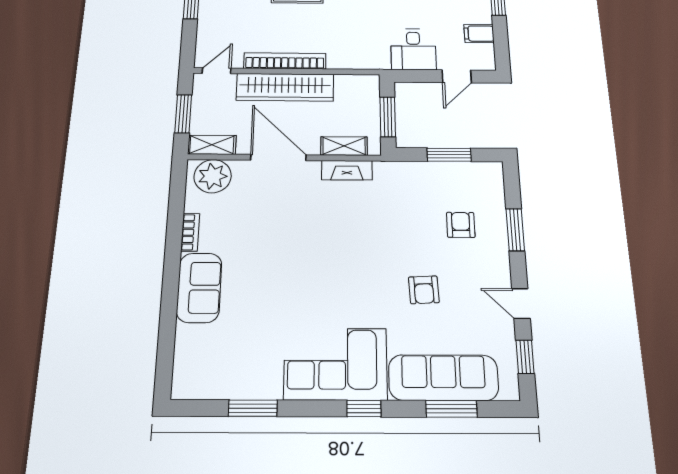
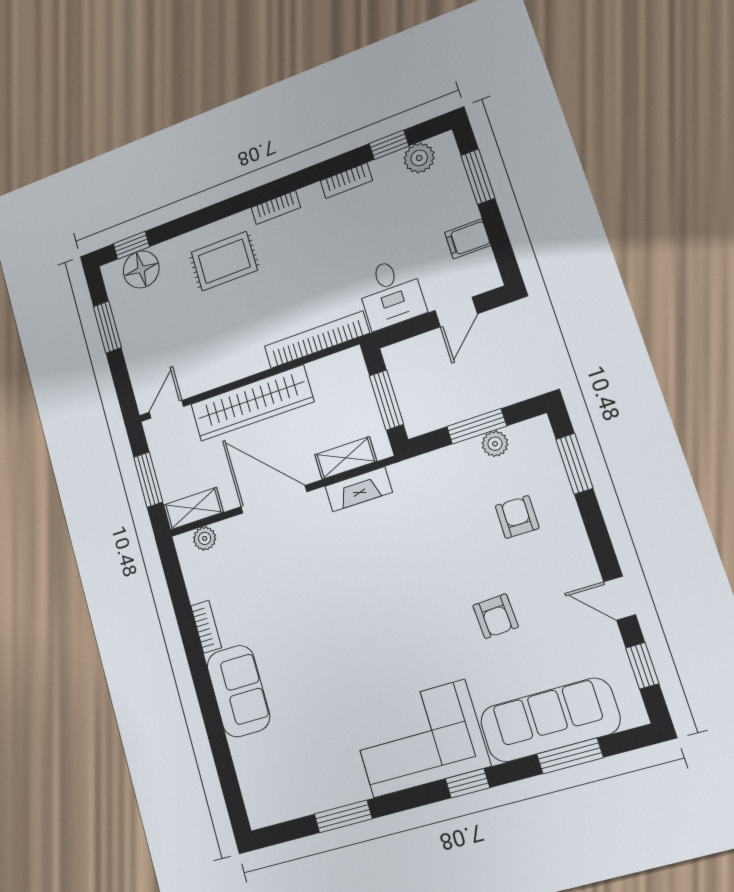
bookcase: (285, 61) -> (317, 340), moved
plant: (459, 170) -> (495, 444), added
plant: (213, 176) -> (205, 538), width x0.53, depth x0.53
window: (515, 230) -> (574, 464), moved

